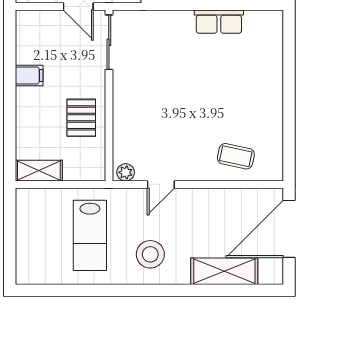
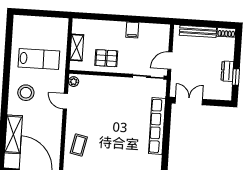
row of seats: (219, 22) -> (157, 126), width x2.02
shelving: (39, 171) -> (77, 47), moved
lab bench: (90, 235) -> (39, 59), turned 180

